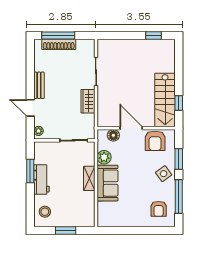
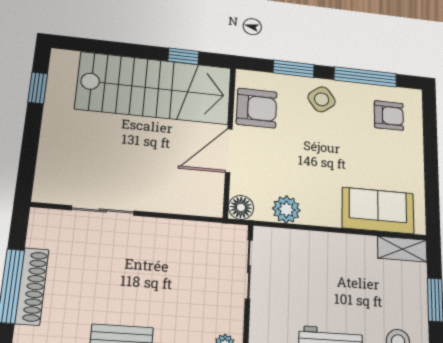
stairs: (165, 100) -> (155, 88), width x1.36, depth x1.51
wardrobe: (88, 101) -> (166, 233), removed
floor lamp: (113, 135) -> (241, 207), moved
shelving: (89, 178) -> (402, 249), moved
sofa: (108, 183) -> (378, 211), moved

